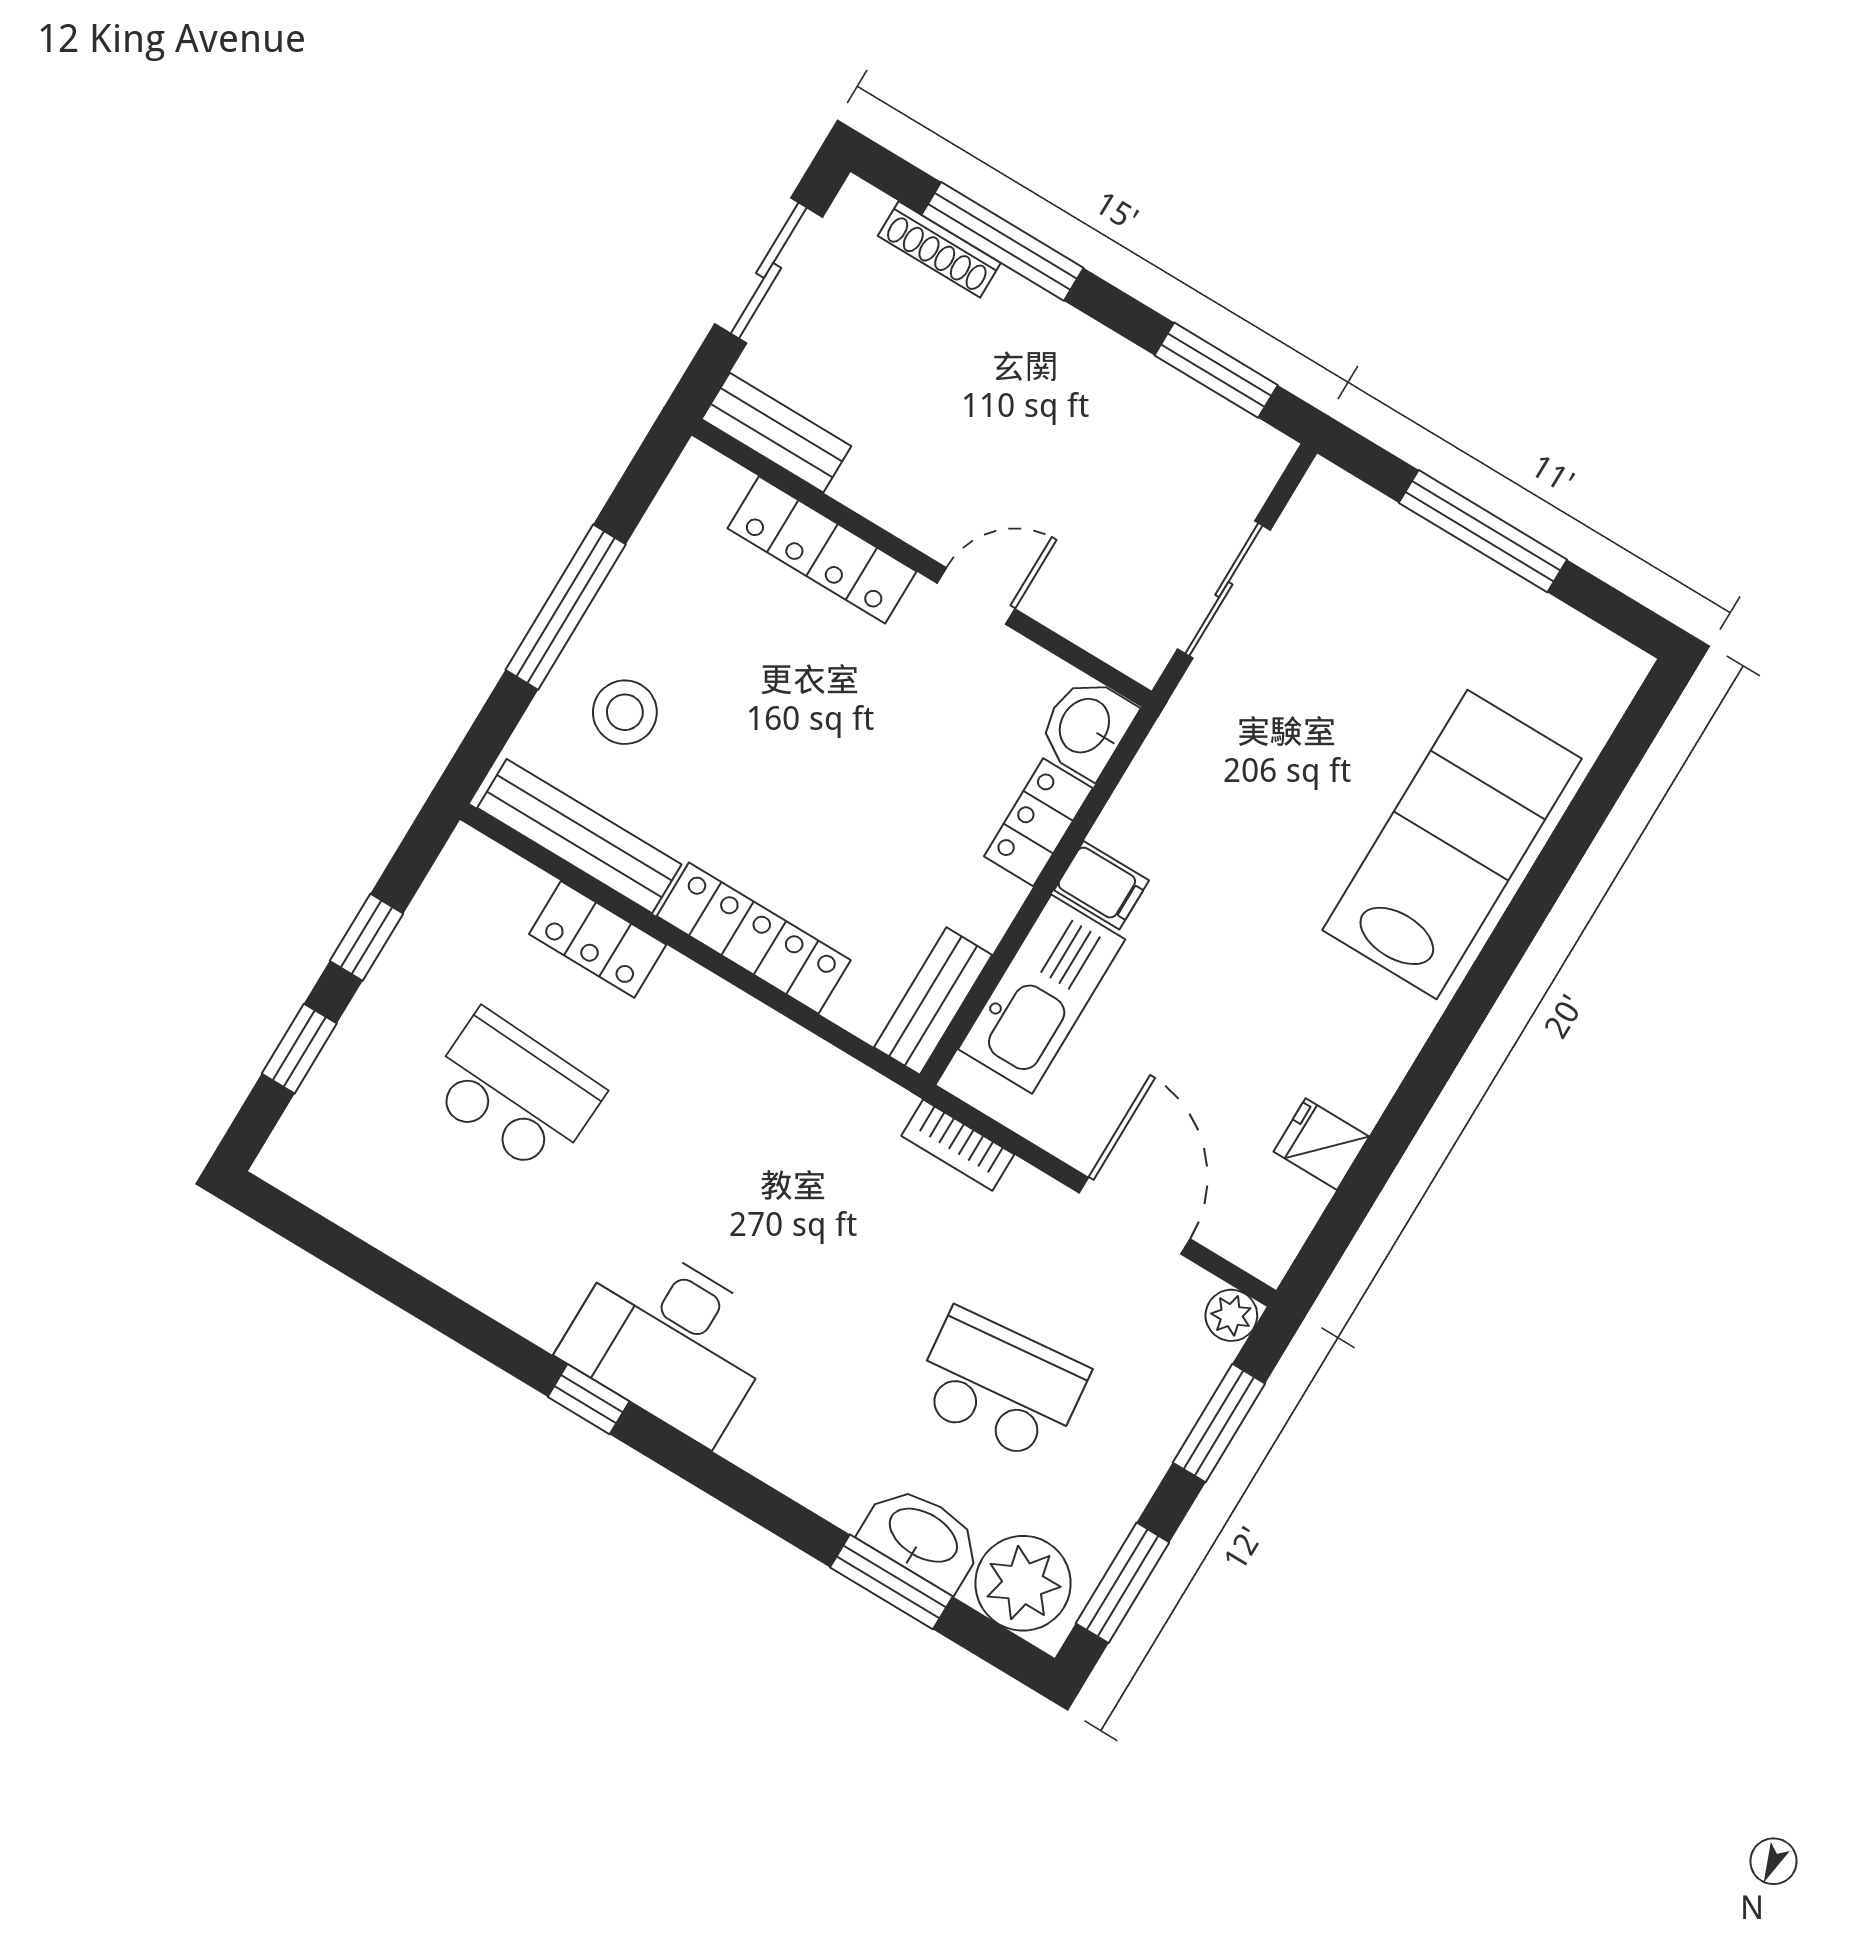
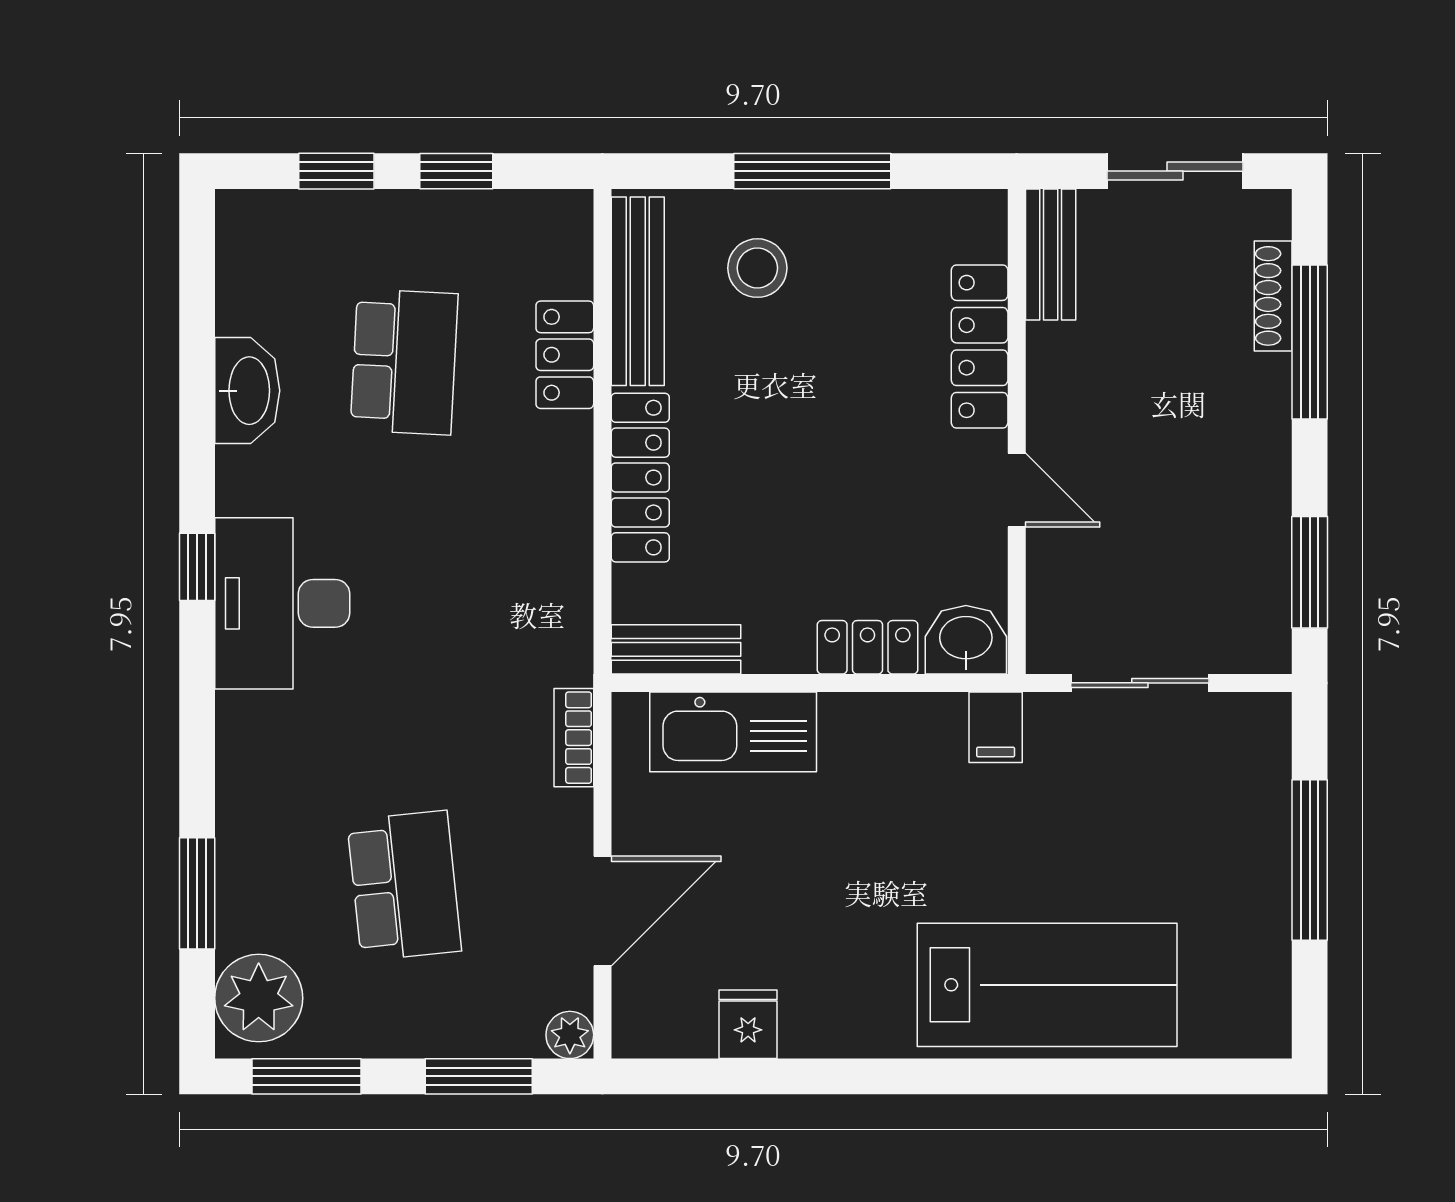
filing cabinet: (1101, 885) -> (996, 727), moved
washbasin: (922, 1537) -> (247, 391), moved

